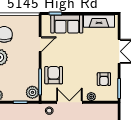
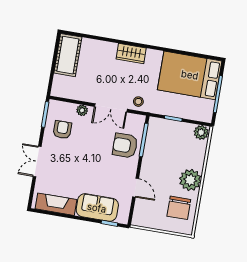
door: (40, 44) -> (136, 188), swing flipped
armchair: (54, 75) -> (125, 146), turned 90
plant: (32, 92) -> (156, 128), removed

